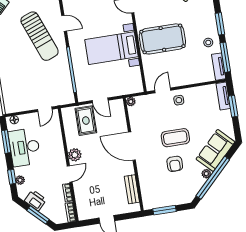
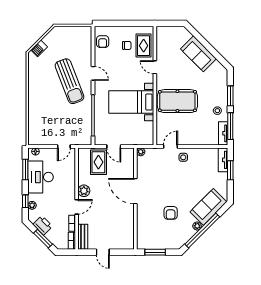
coffee table: (175, 138) -> (175, 190), removed
bench: (132, 189) -> (83, 237), moved

